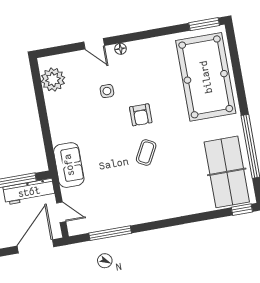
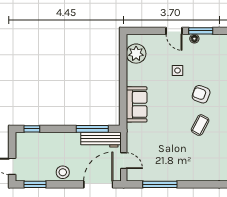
window: (127, 38) -> (201, 31), added
armchair: (141, 115) -> (201, 94), turned 110
sofa: (69, 165) -> (137, 104), moved

